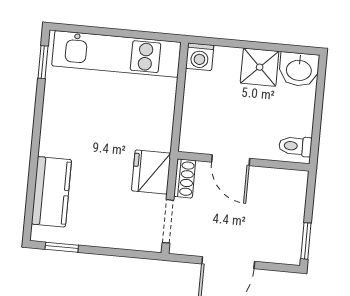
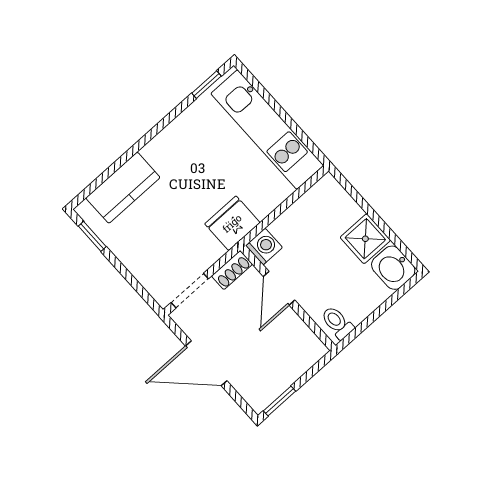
washing machine: (200, 57) -> (264, 246), moved, turned 180
fridge: (151, 172) -> (232, 223), moved

